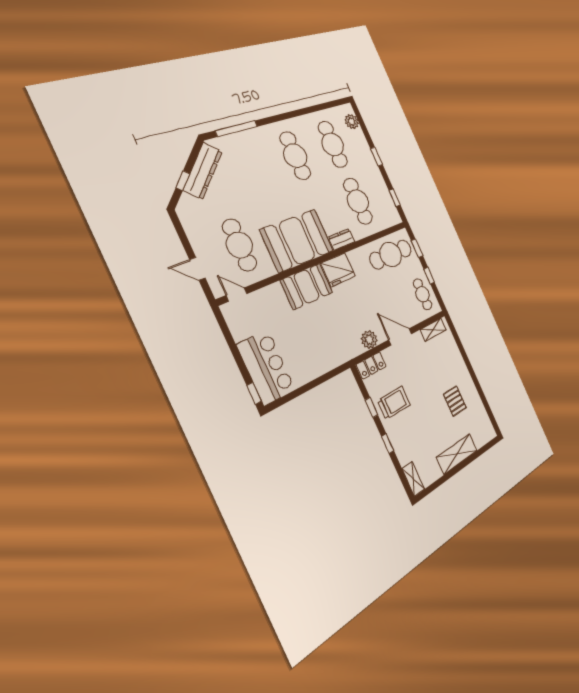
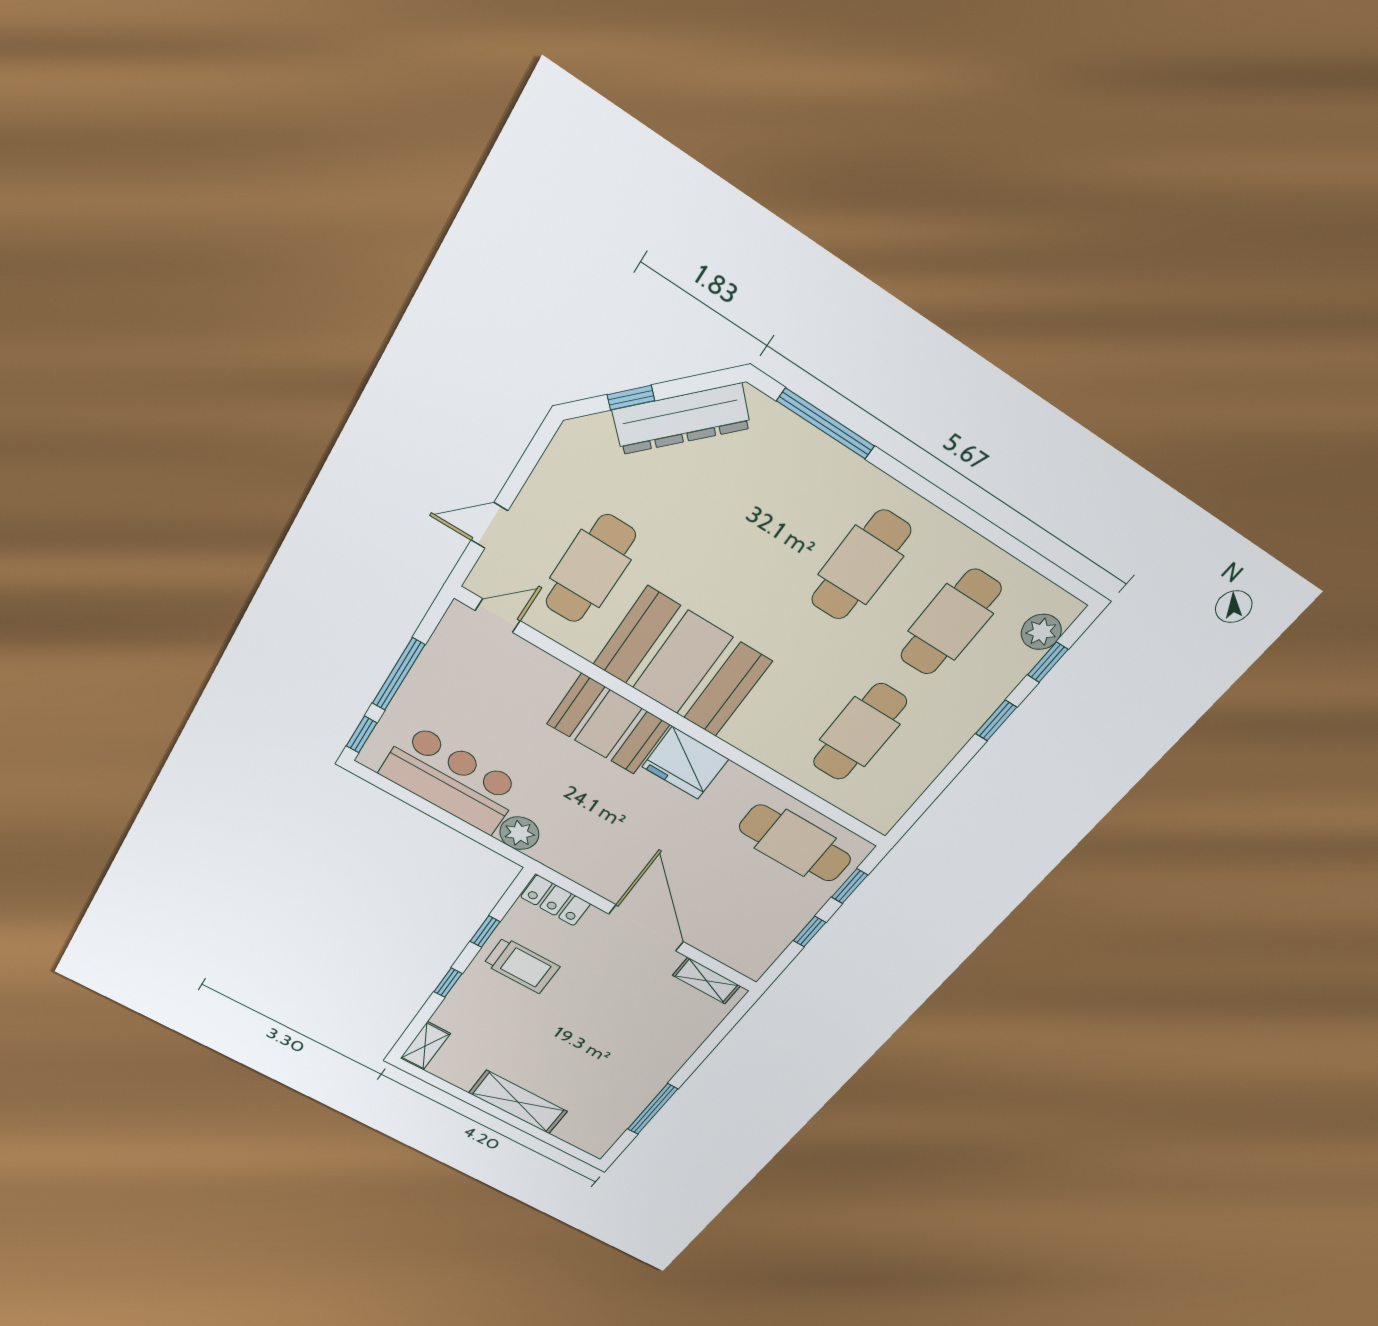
window: (395, 198) -> (1048, 662), moved
dresser: (341, 239) -> (751, 740), removed
door: (197, 269) -> (489, 525), hinge flipped
cafe table: (423, 294) -> (761, 934), removed
door: (237, 295) -> (498, 616), hinge flipped
door: (400, 337) -> (646, 928), width x1.36
plant: (369, 340) -> (519, 833), moved
window: (237, 355) -> (398, 674), added
bar counter: (266, 367) -> (451, 779), moved, turned -90
window: (482, 394) -> (653, 1109), added
pallet: (455, 401) -> (605, 1067), removed

